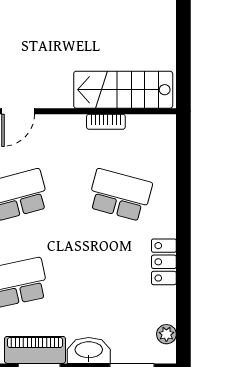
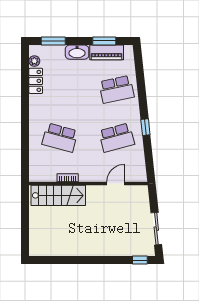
locker: (164, 262) -> (36, 81), moved

